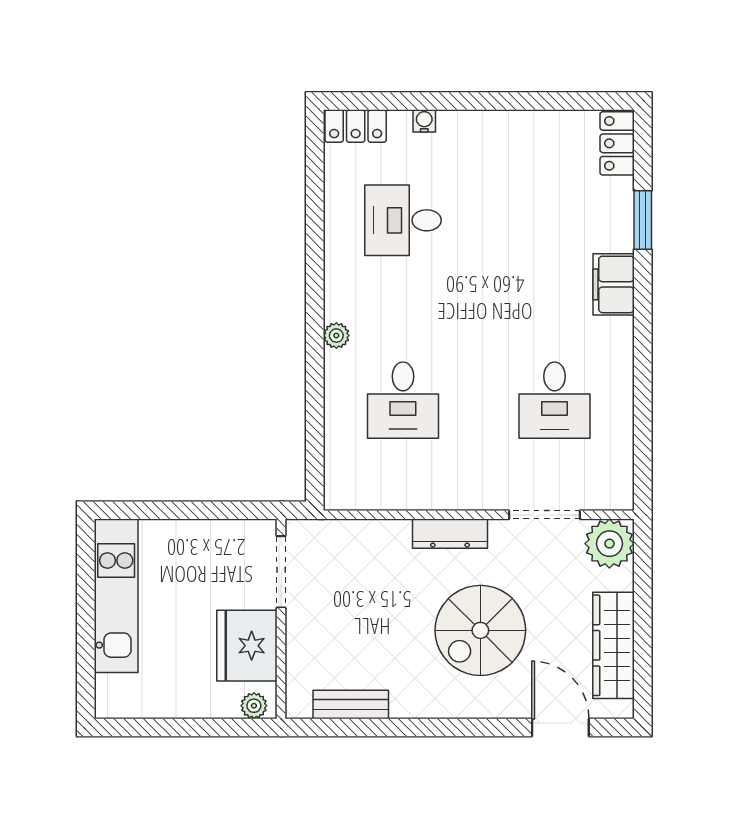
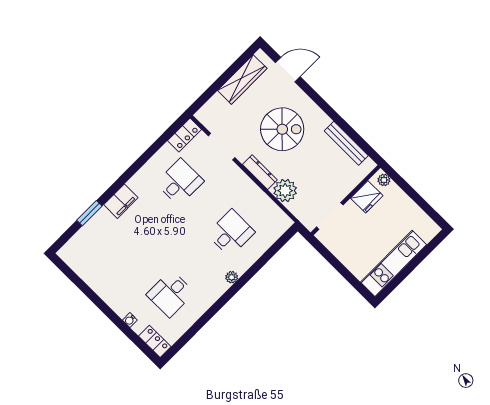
locker: (617, 143) -> (184, 135), moved
desk: (403, 220) -> (170, 294), turned 90
plant: (609, 544) -> (285, 191), moved
fridge: (247, 646) -> (367, 197), width x0.73, depth x0.75
bench: (351, 704) -> (346, 143), width x1.36
door: (560, 727) -> (288, 70), swing flipped

